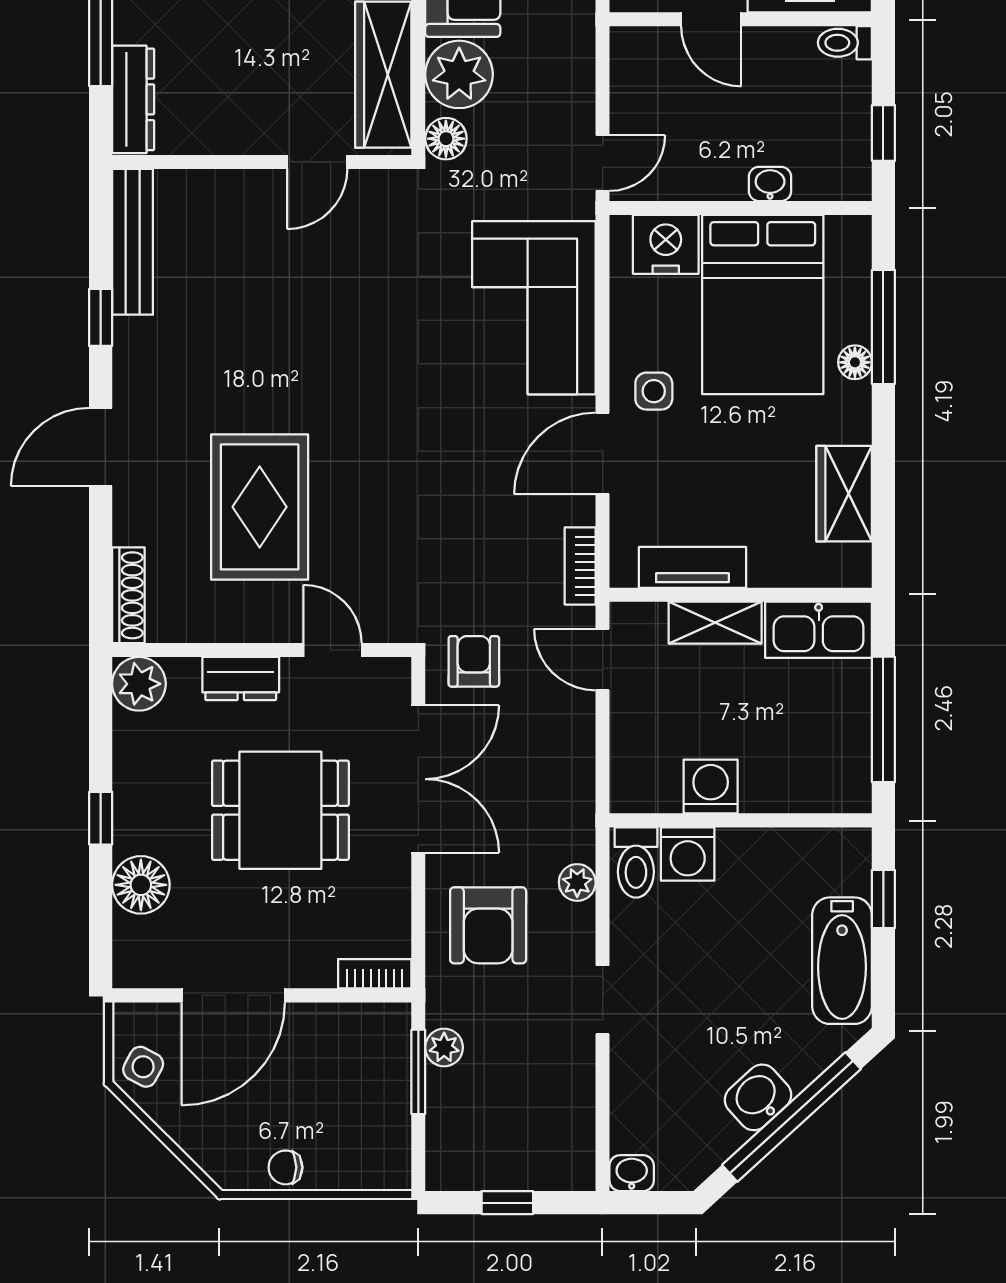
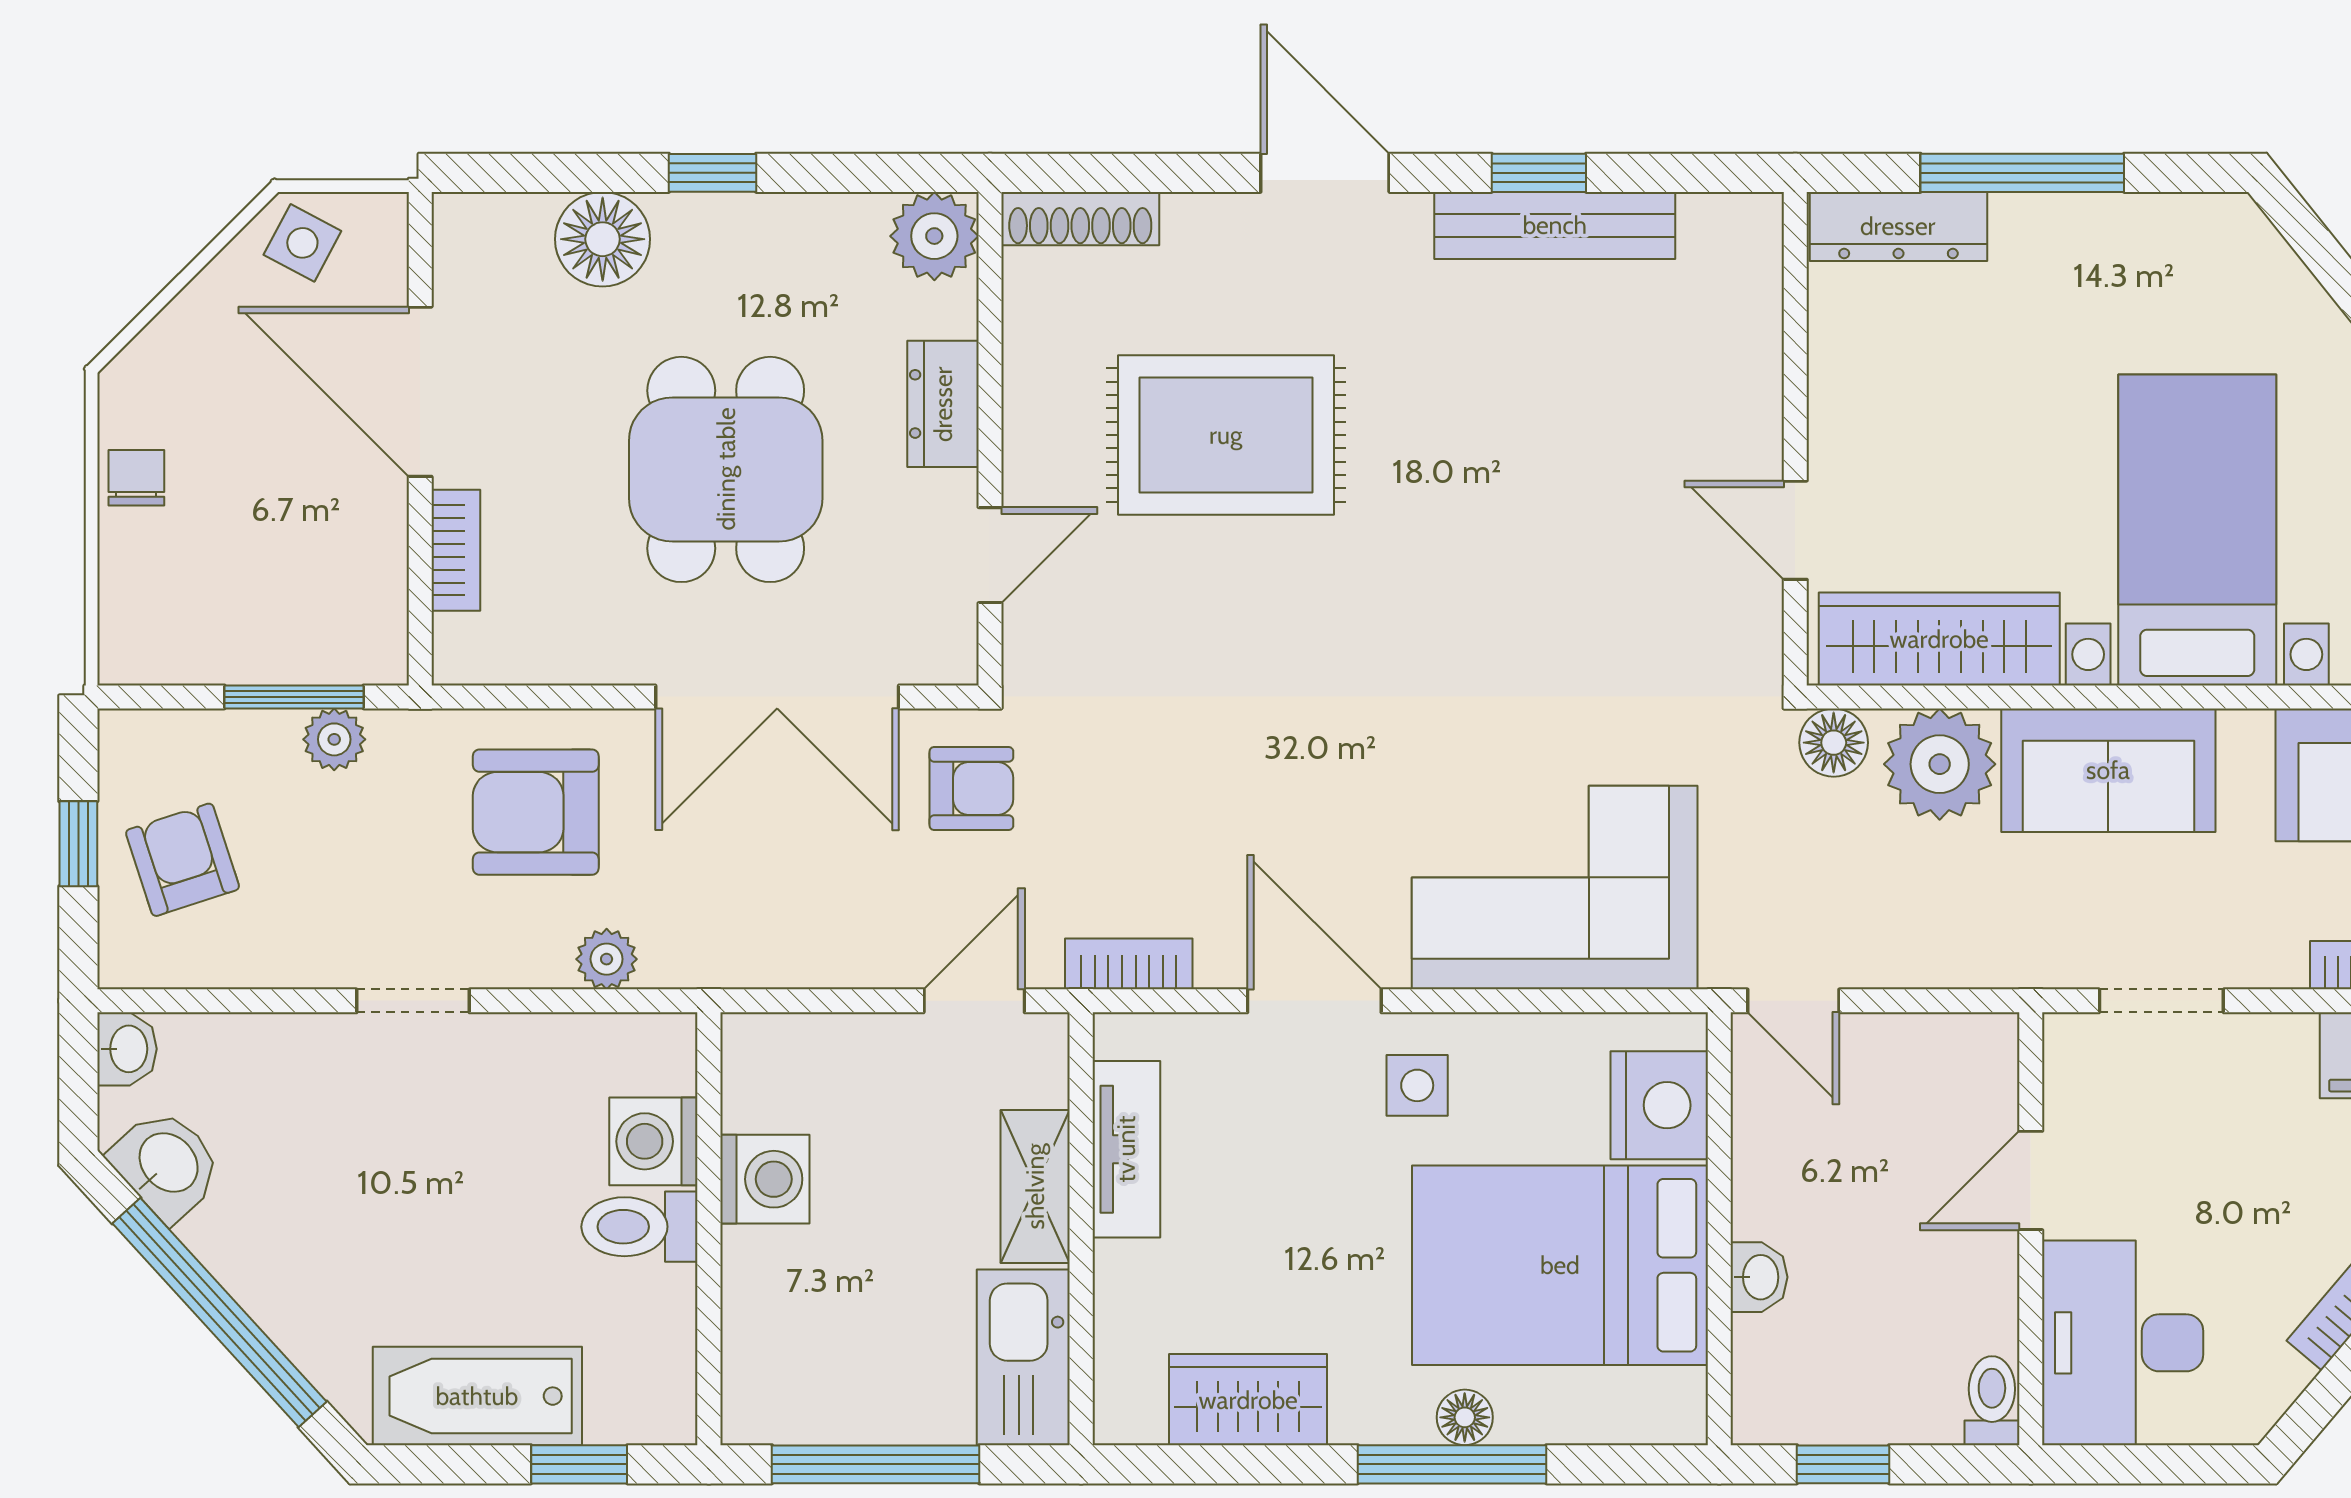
bench: (133, 242) -> (1555, 225), moved
window: (883, 327) -> (1452, 1464), moved
toilet: (636, 862) -> (639, 1227), moved
bookcase: (375, 974) -> (456, 550), moved
washbasin: (758, 1097) -> (167, 1164), moved
armchair: (517, 1139) -> (183, 860), added

